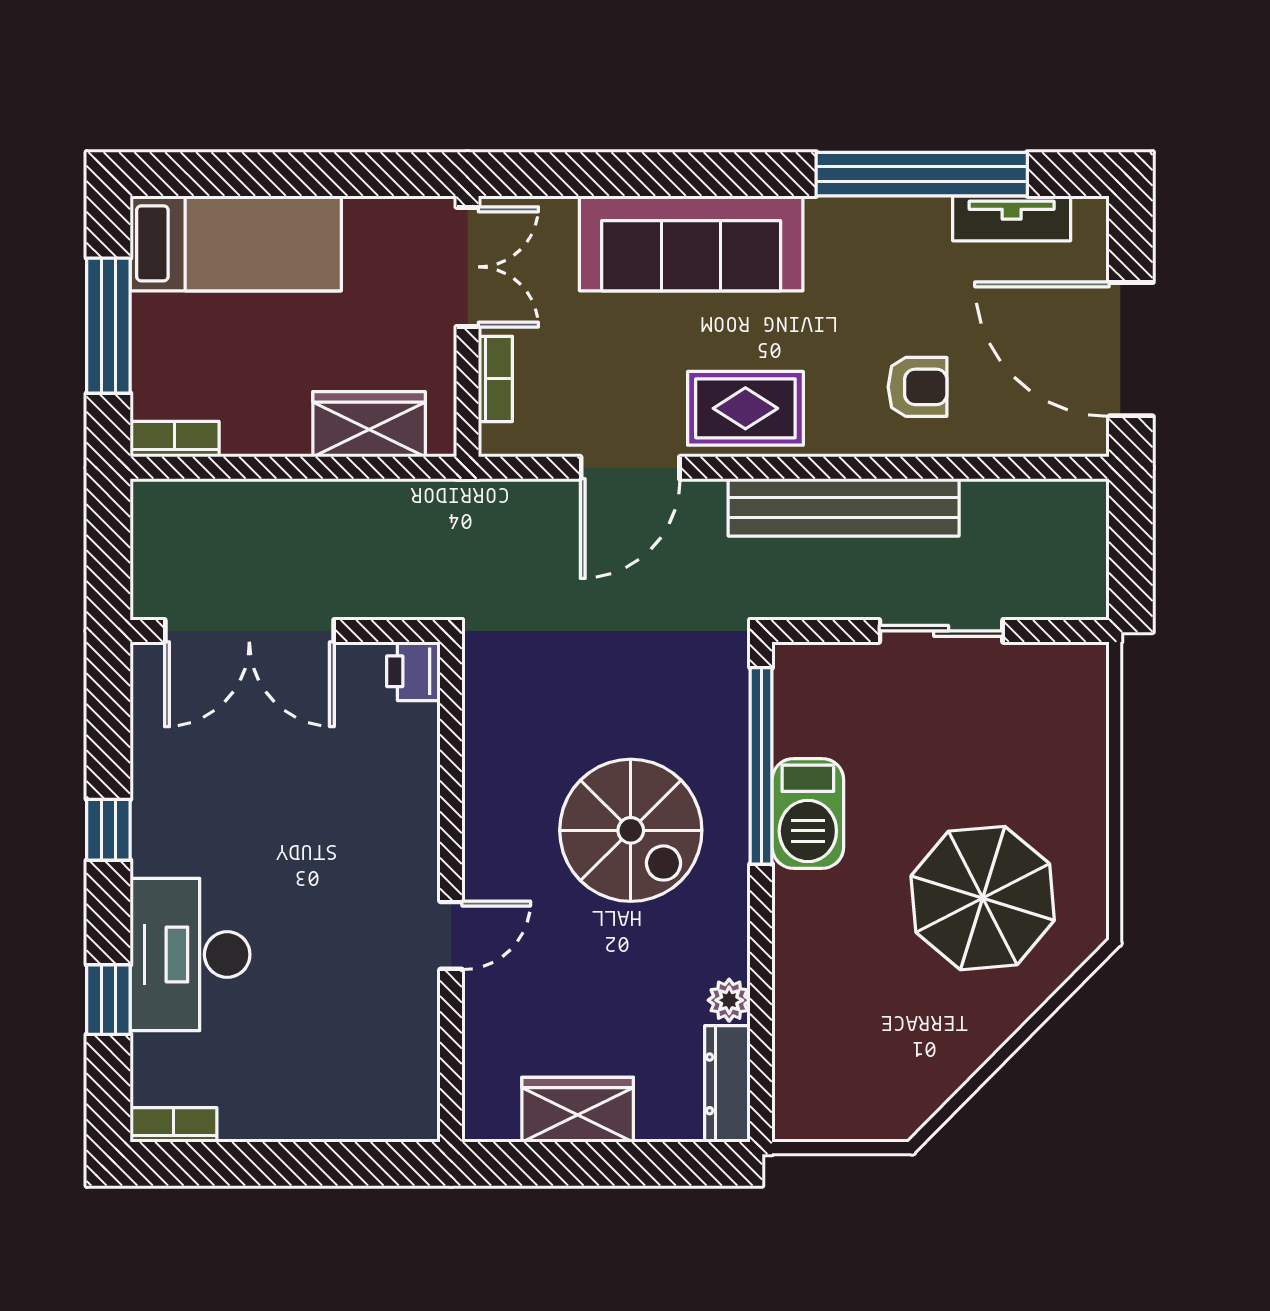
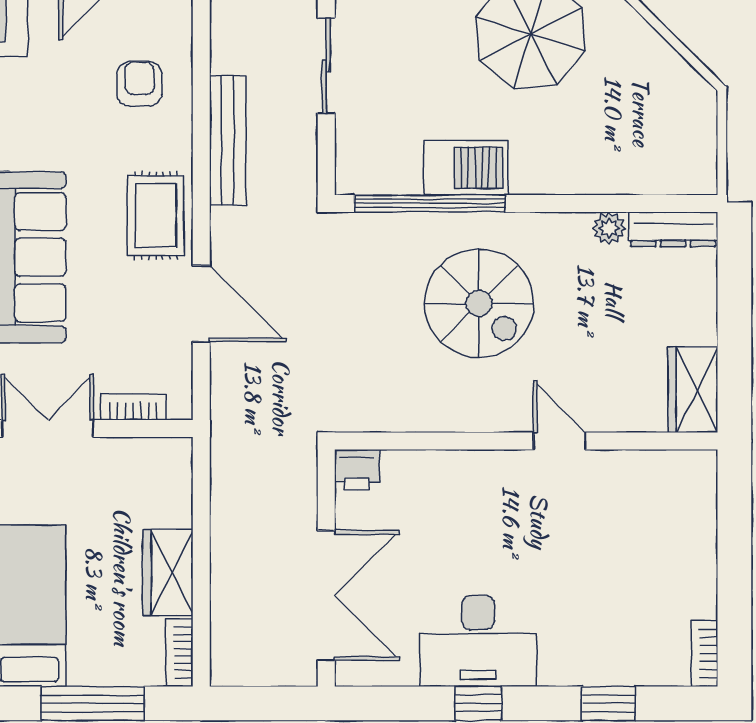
wardrobe: (369, 424) -> (168, 572), moved
bench: (844, 507) -> (228, 140), width x0.73, depth x0.82
spiral stairs: (631, 830) -> (479, 303), turned 90
desk: (190, 955) -> (478, 641), moved
wardrobe: (578, 1110) -> (693, 390), moved

